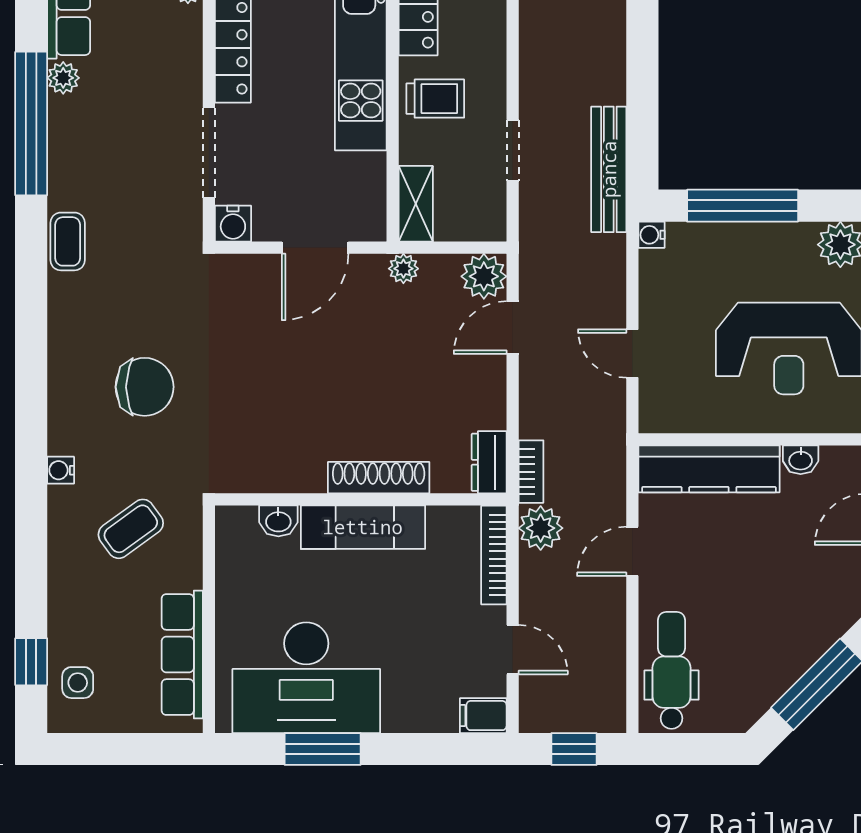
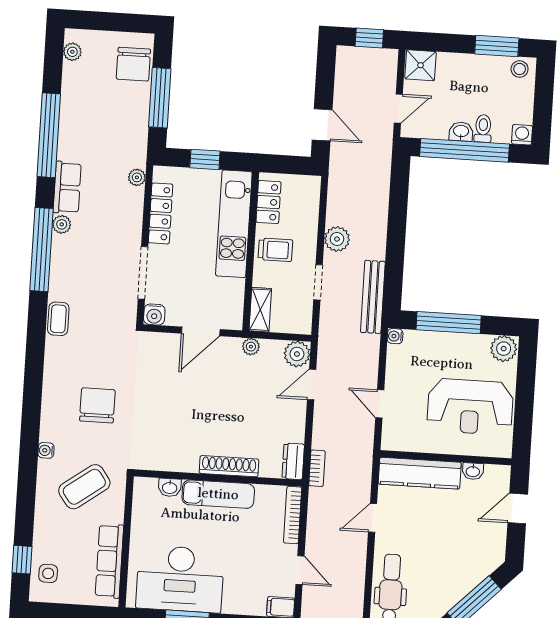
chair: (145, 387) -> (97, 405), turned -90
plant: (541, 528) -> (337, 239), moved
coffee table: (131, 529) -> (84, 487), width x1.36, depth x1.30

